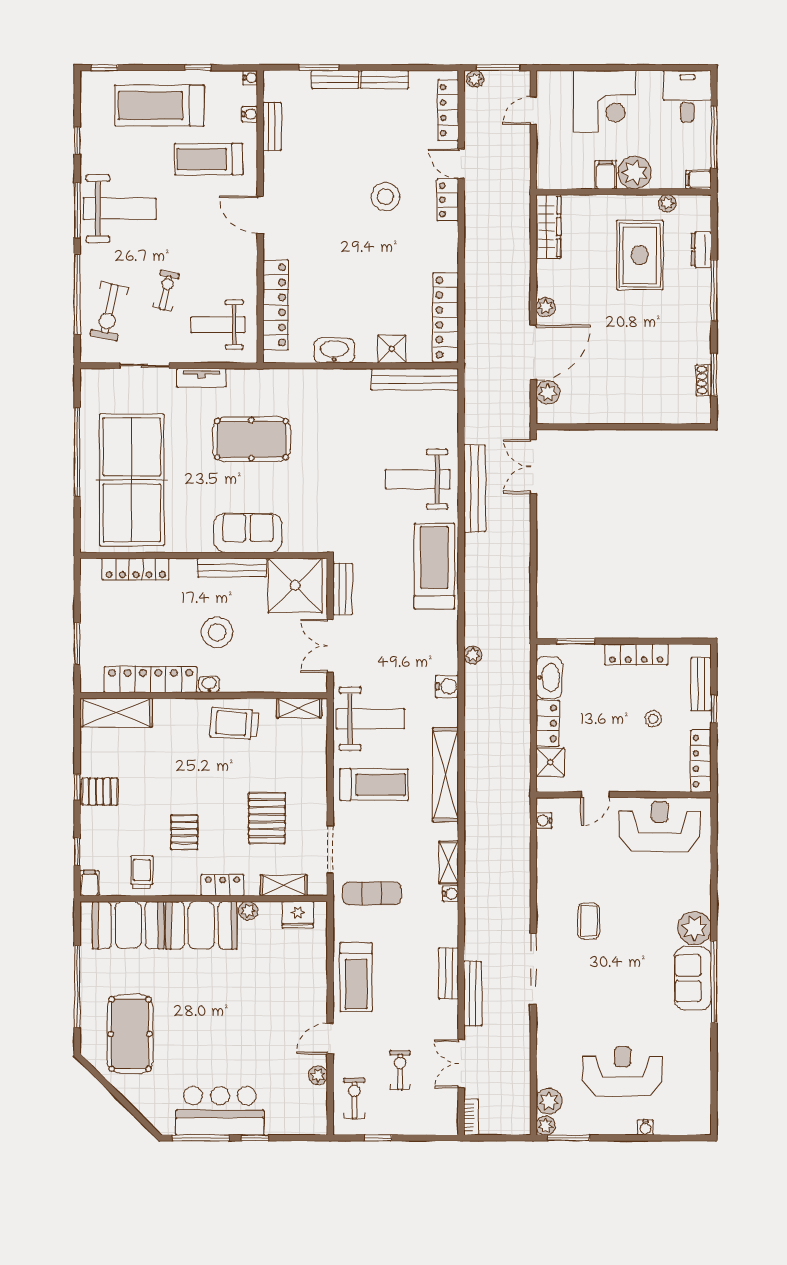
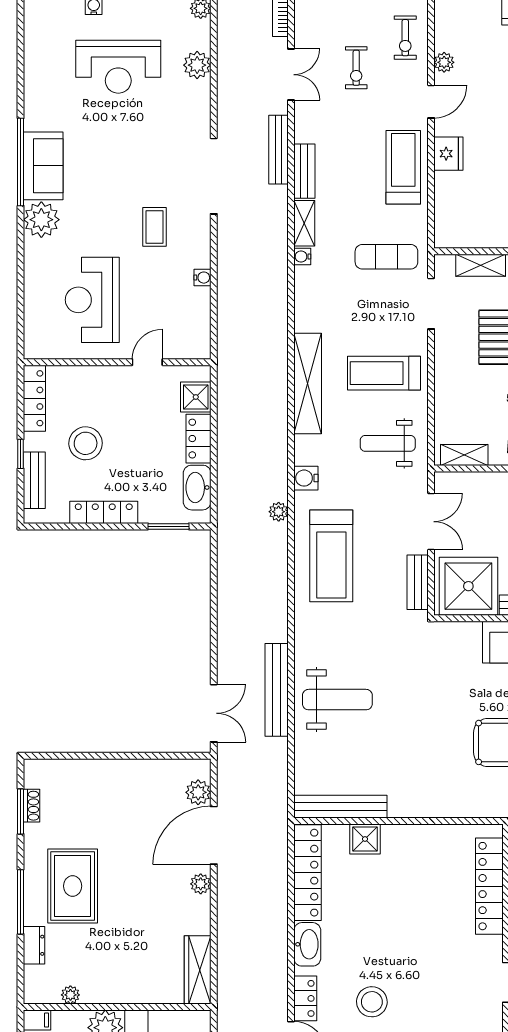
rug: (640, 255) -> (73, 886), moved
washbasin: (334, 351) -> (307, 944), moved, turned -90
treadmill: (434, 566) -> (331, 556), moved
weight bench: (371, 719) -> (388, 443), width x0.73, depth x0.75
stool: (653, 719) -> (86, 443), width x1.89, depth x1.89
water cooler: (544, 820) -> (202, 278), moved
reception desk: (660, 826) -> (92, 300), moved, turned 90
shelving: (449, 862) -> (304, 223), moved
fridge: (298, 915) -> (448, 154), moved, turned 90
plant: (549, 1101) -> (197, 65), moved

